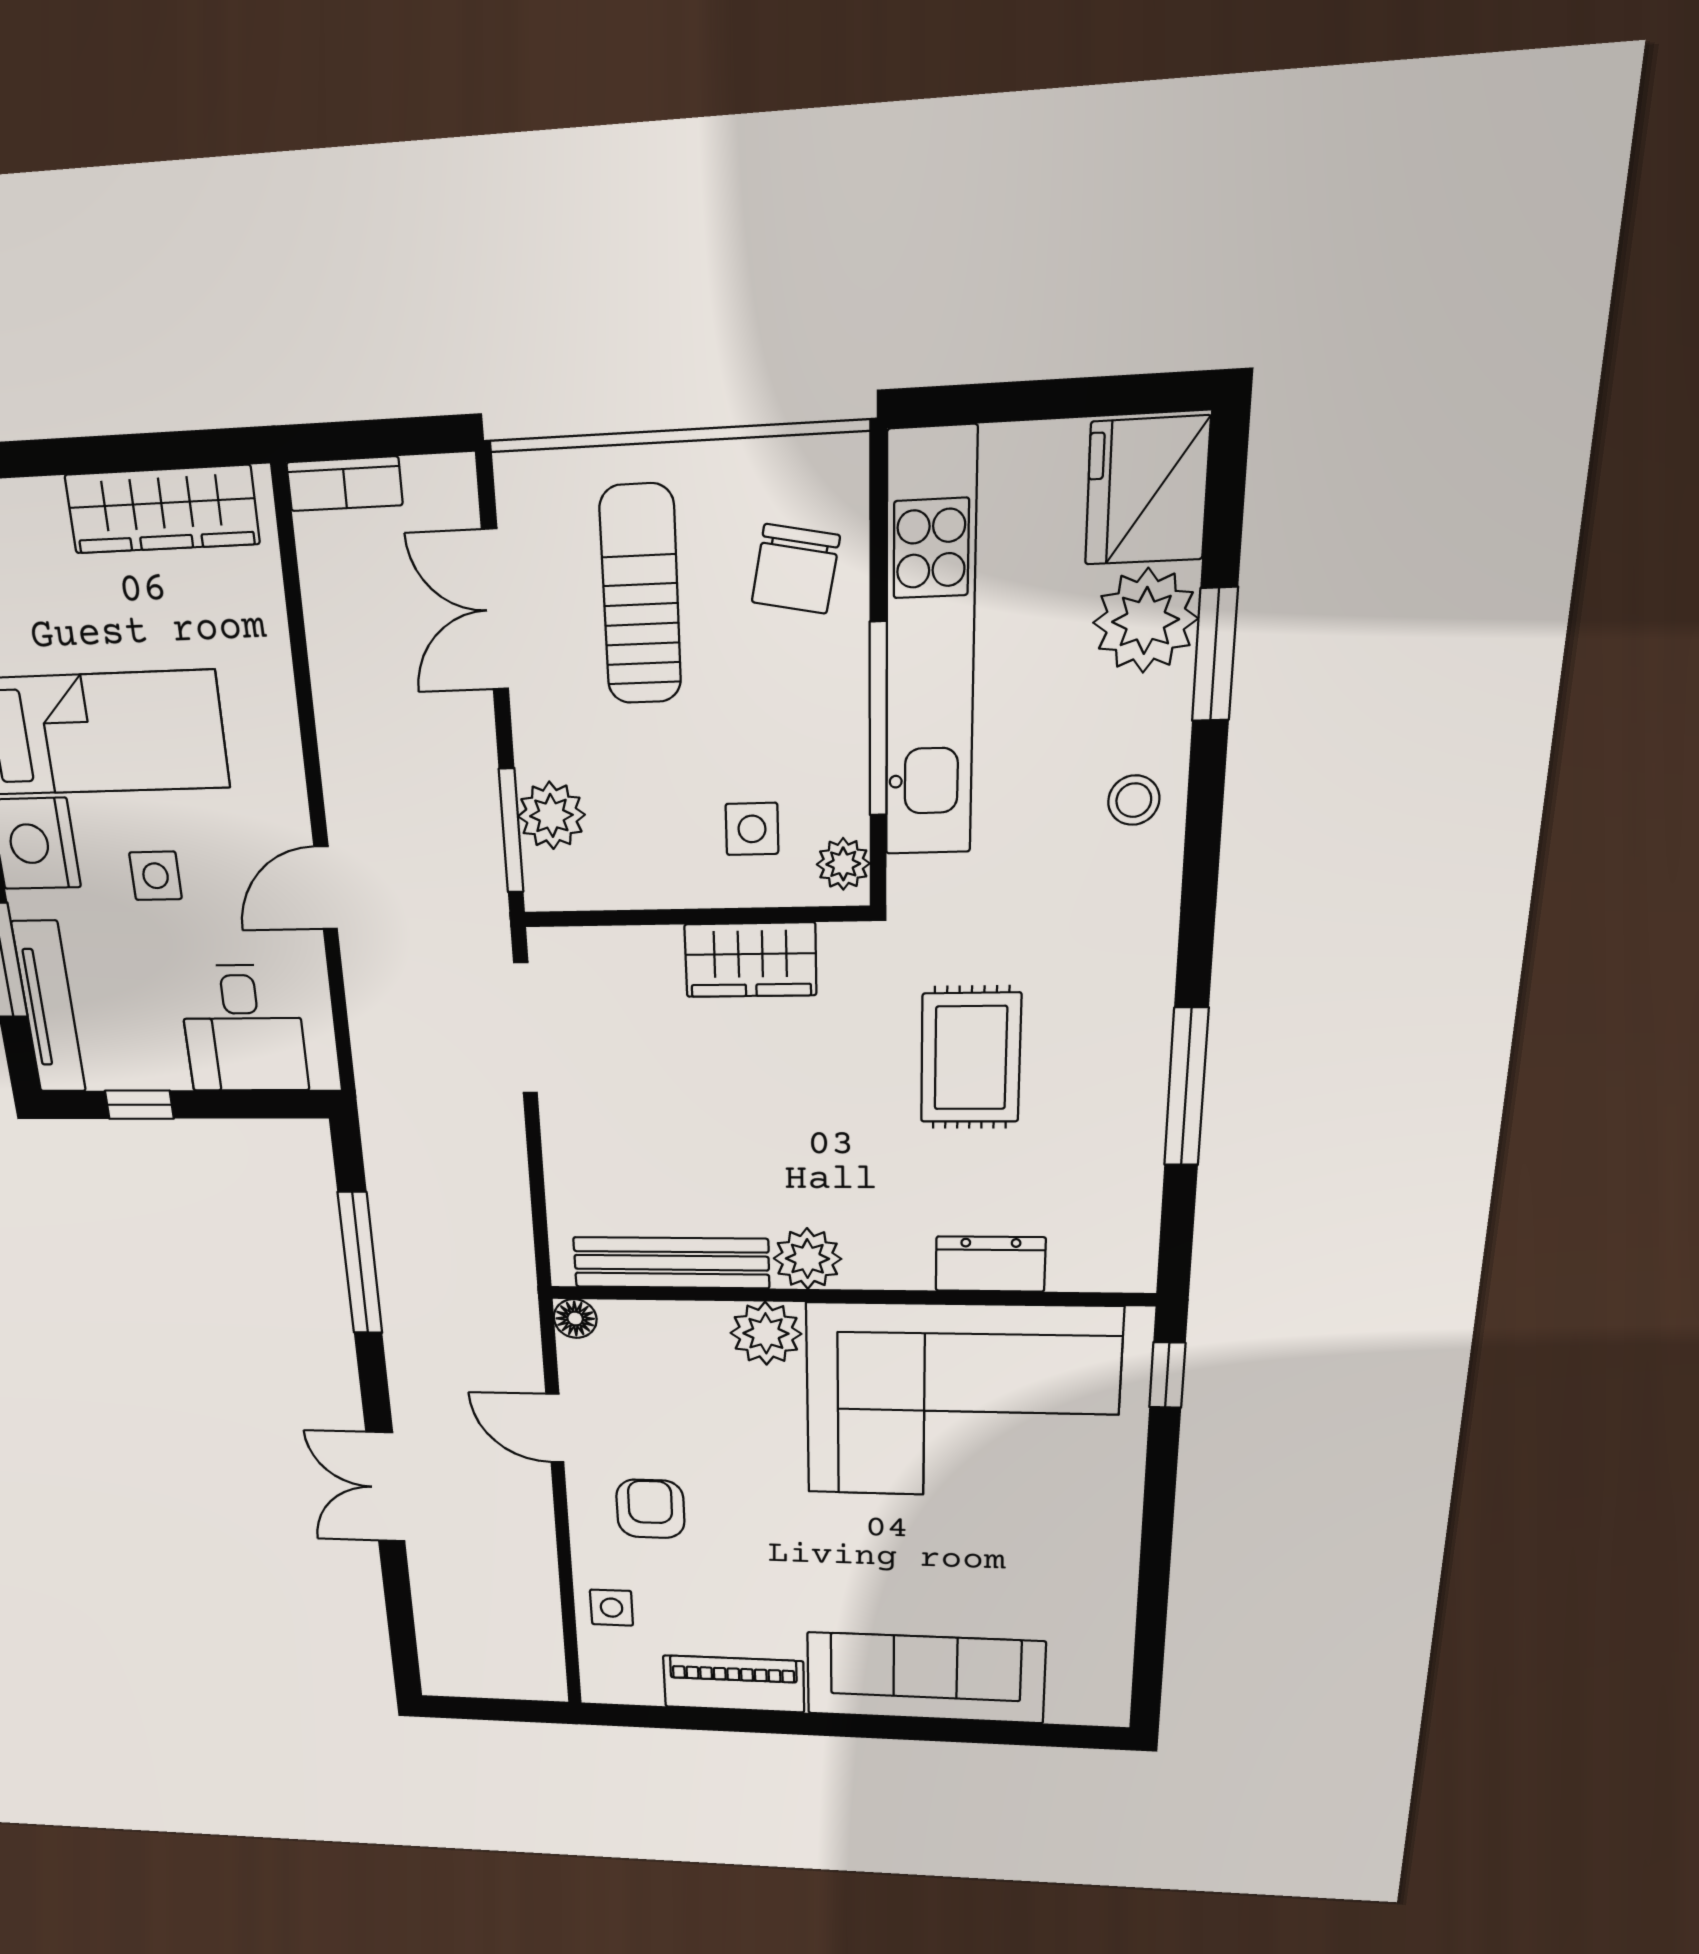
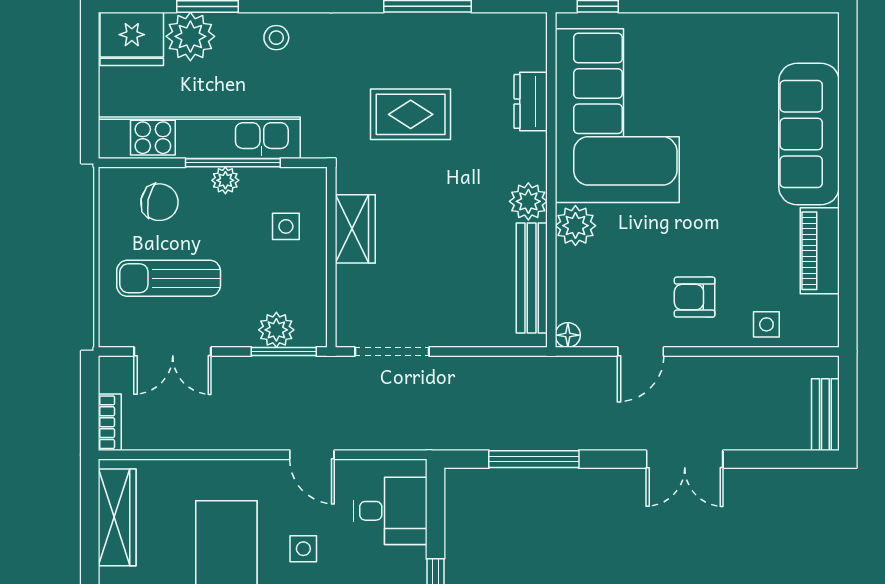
plant: (843, 864) -> (225, 180), moved
bench: (475, 1680) -> (825, 415), added

